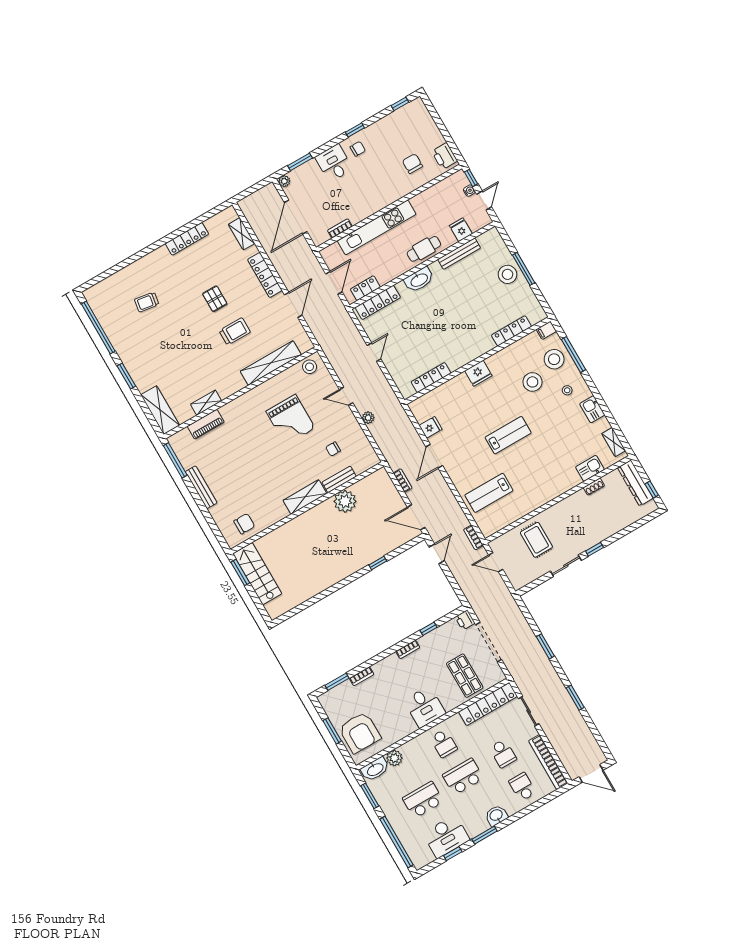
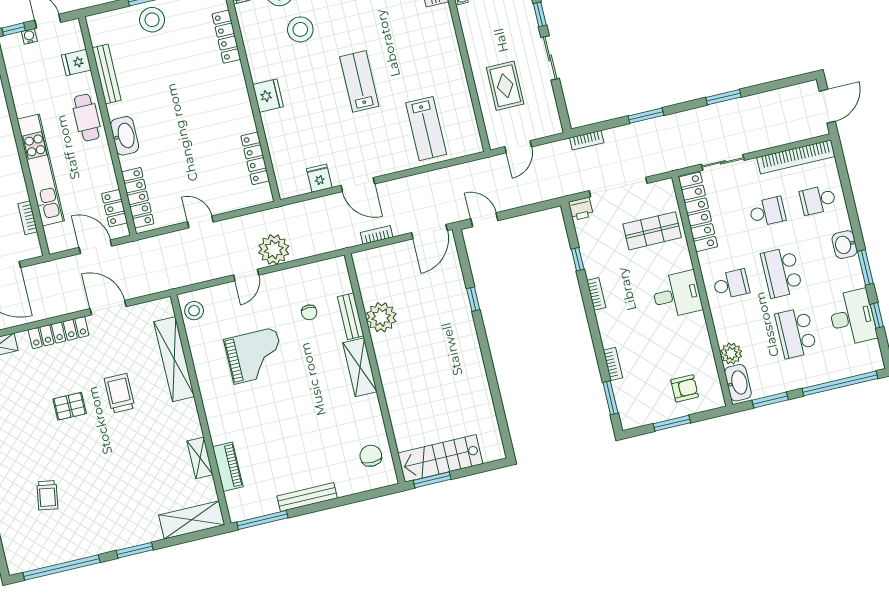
plant: (368, 418) -> (274, 250), width x1.87, depth x1.87
bookcase: (473, 537) -> (587, 140), moved
rug: (536, 540) -> (505, 86), turned 90
armchair: (360, 733) -> (685, 388), width x0.53, depth x0.53

